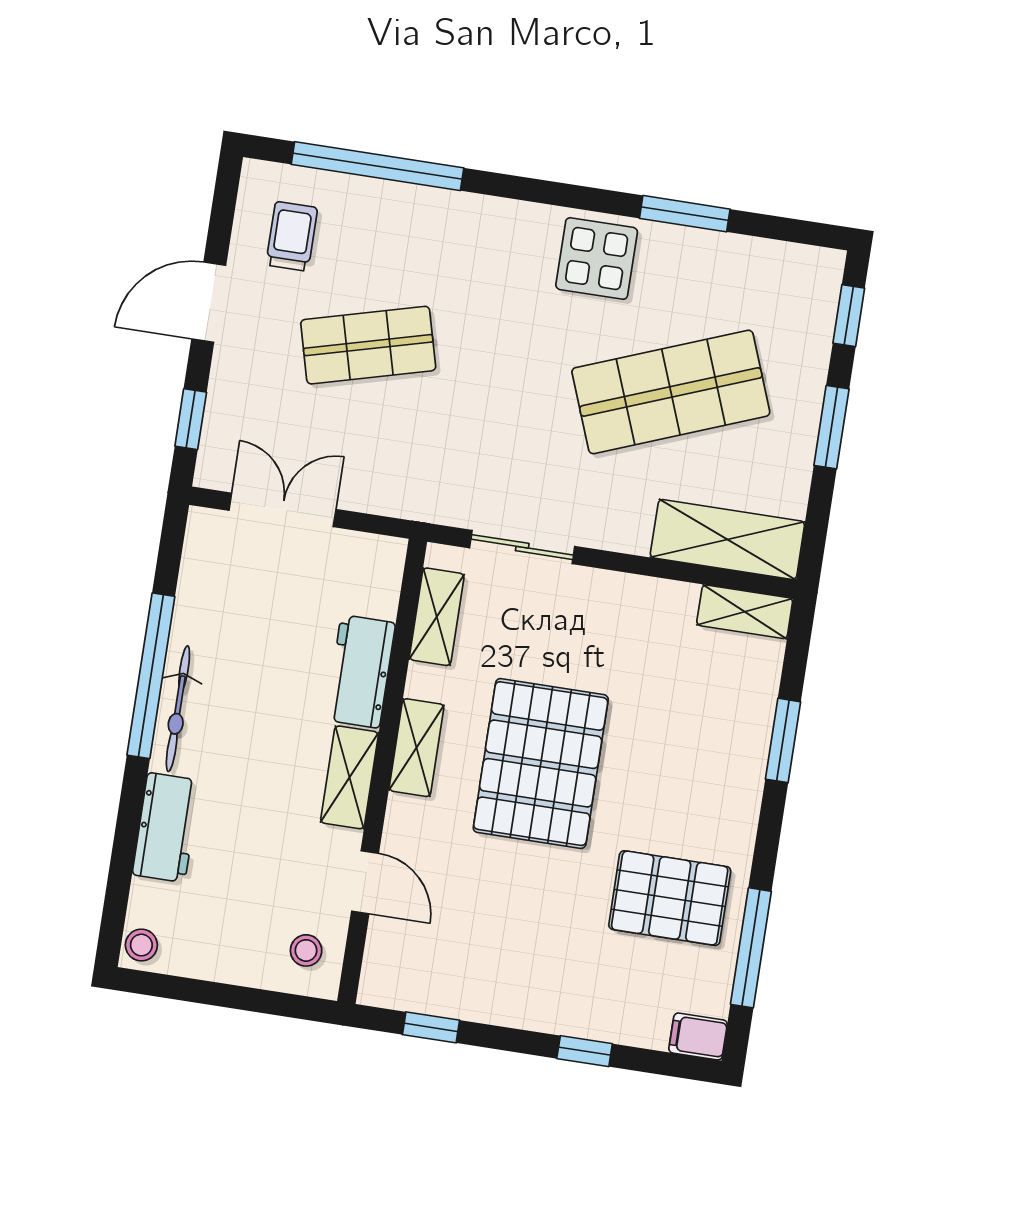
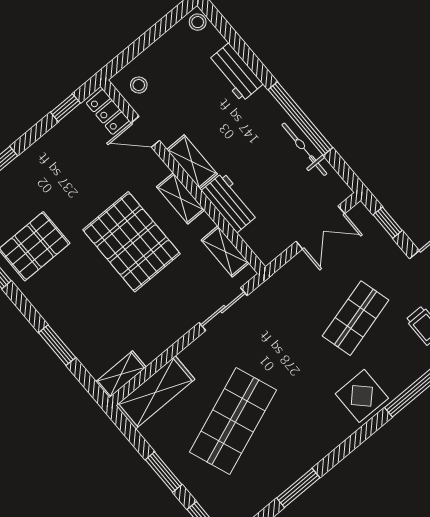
display table: (597, 258) -> (362, 396), moved
bicycle: (178, 709) -> (304, 149), moved
locker: (384, 961) -> (108, 112), added

